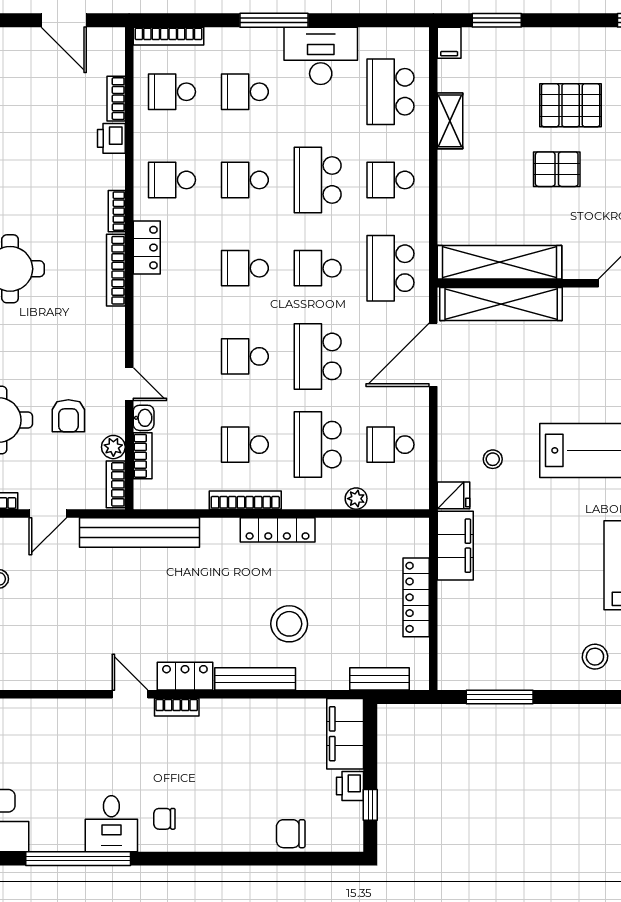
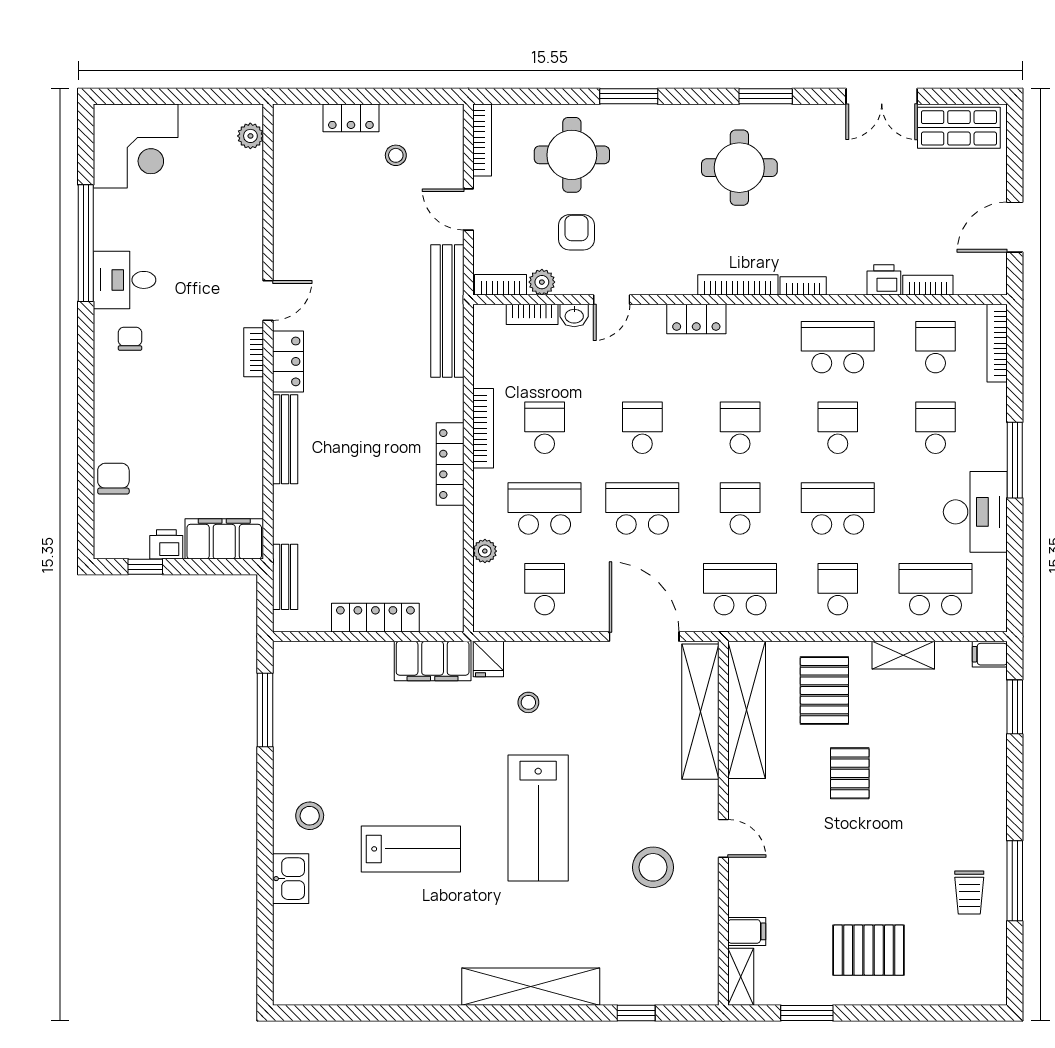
pallet: (571, 105) -> (824, 691), moved
school desk: (172, 180) -> (838, 347), width x1.85
locker: (147, 248) -> (696, 319), moved
armchair: (68, 416) -> (577, 232), turned 90
stool: (289, 624) -> (346, 477), removed

